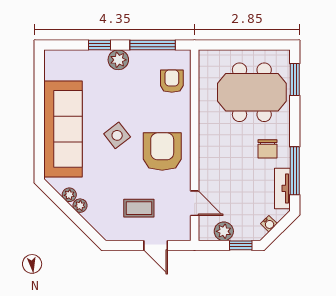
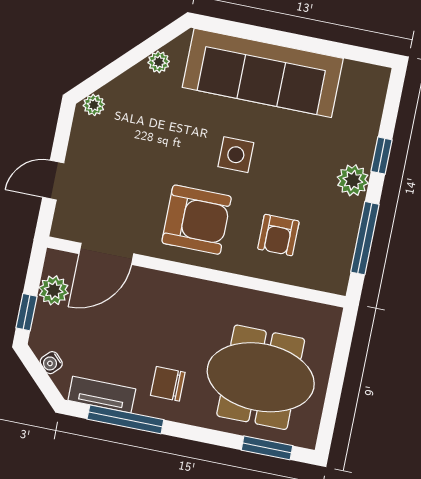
armchair: (172, 81) -> (278, 235), moved, turned 90
meeting table: (252, 92) -> (261, 377), turned 90
side table: (117, 135) -> (236, 155), turned 38
door: (195, 203) -> (106, 254), width x1.38
plant: (80, 206) -> (94, 105), moved
coffee table: (139, 208) -> (116, 166), removed

